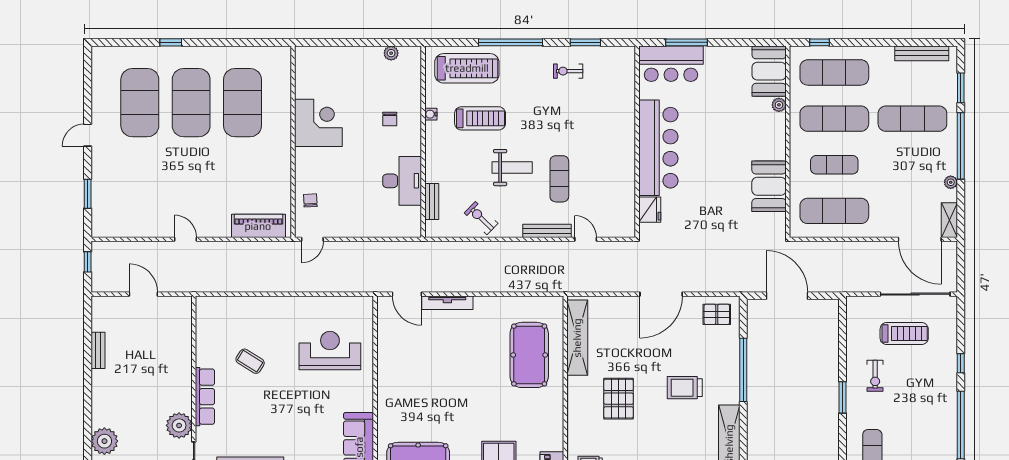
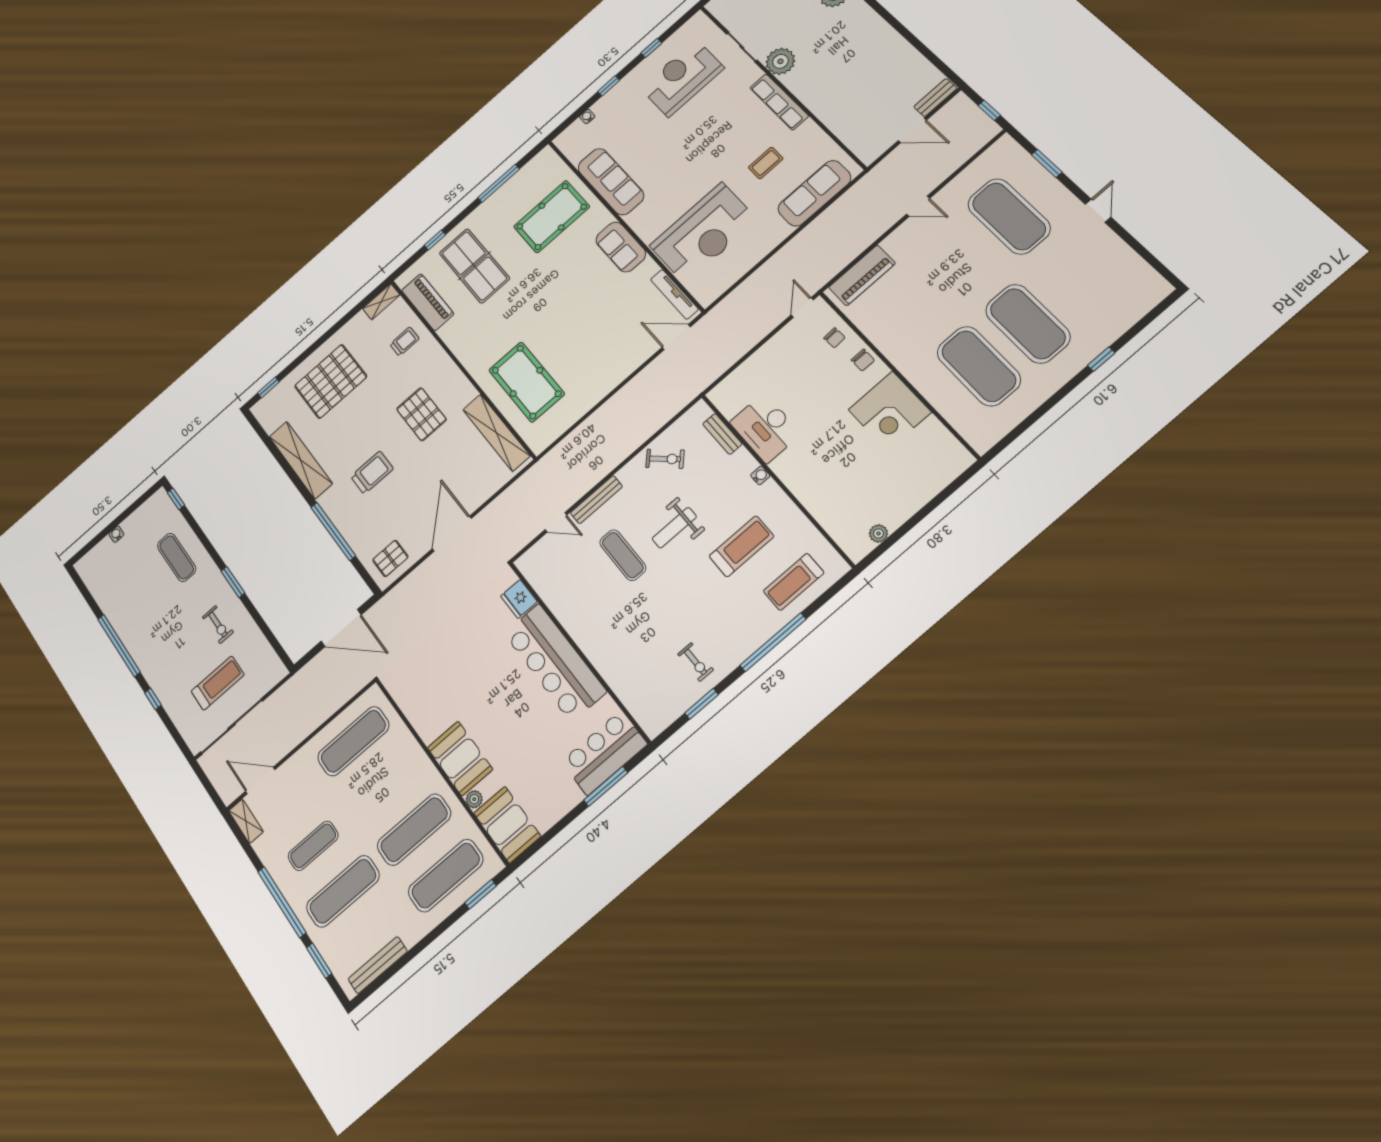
window: (820, 42) -> (481, 894), width x1.50
treadmill: (467, 68) -> (794, 582), width x0.73, depth x0.73
exercise bike: (568, 71) -> (696, 662), turned 90
exercise mat: (140, 103) -> (1009, 216), moved
water cooler: (431, 114) -> (760, 475), moved
treadmill: (480, 118) -> (742, 546), turned 180
chair: (390, 119) -> (863, 360), moved, turned 180
exercise mat: (834, 165) -> (313, 846), moved
plant: (951, 182) -> (268, 859), removed
booth: (769, 186) -> (460, 758), moved
door: (920, 239) -> (260, 781), width x0.73
tv unit: (447, 303) -> (674, 294), moved, turned -90
sofa: (239, 310) -> (814, 193), added
treadmill: (904, 334) -> (218, 683), turned 180
bench: (98, 350) -> (935, 98), moved, turned 90
reception desk: (330, 351) -> (703, 233), width x1.36, depth x1.30
coffee table: (250, 361) -> (766, 163), turned -32
exercise bike: (875, 376) -> (218, 625), turned 180
sofa: (391, 393) -> (621, 247), added

